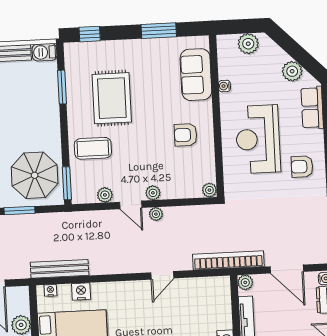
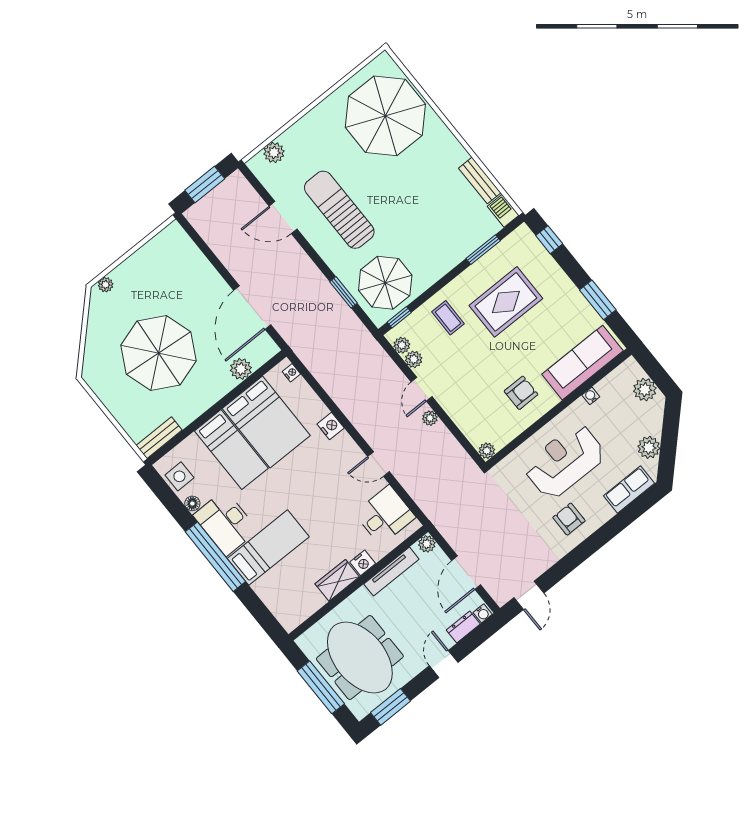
sofa: (196, 75) -> (582, 363), width x1.36
armchair: (186, 135) -> (521, 393), turned 90
coffee table: (93, 148) -> (448, 318), width x0.73, depth x0.77
window: (67, 183) -> (399, 317), width x0.67
plant: (153, 193) -> (402, 345), moved
bookcase: (228, 260) -> (436, 514), removed
bench: (60, 269) -> (317, 367), removed
nightstand: (81, 291) -> (331, 426), moved
desk: (202, 298) -> (385, 515), added

